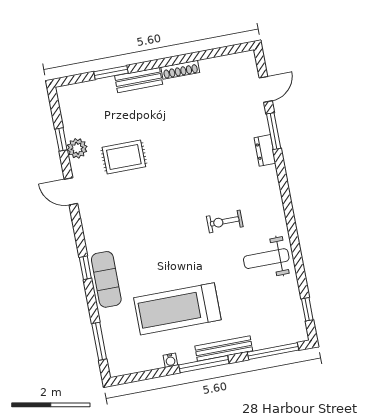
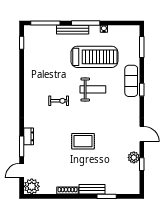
plant: (243, 65) -> (32, 186), added
rug: (124, 157) -> (83, 141), moved
weight bench: (266, 259) -> (93, 89), moved

